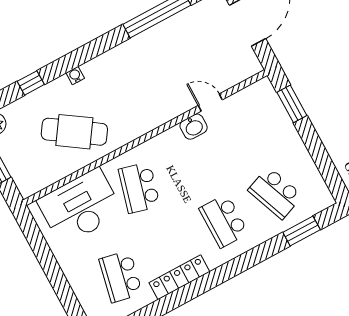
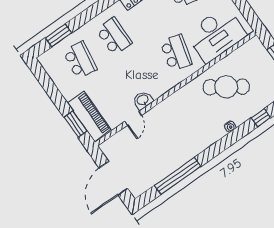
door: (210, 103) -> (133, 118), hinge flipped
piano: (271, 113) -> (89, 116), added
school desk: (275, 193) -> (80, 60), turned 30

